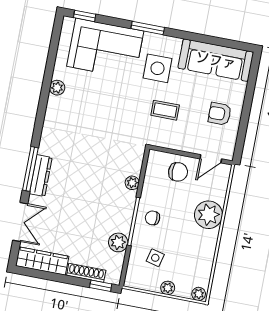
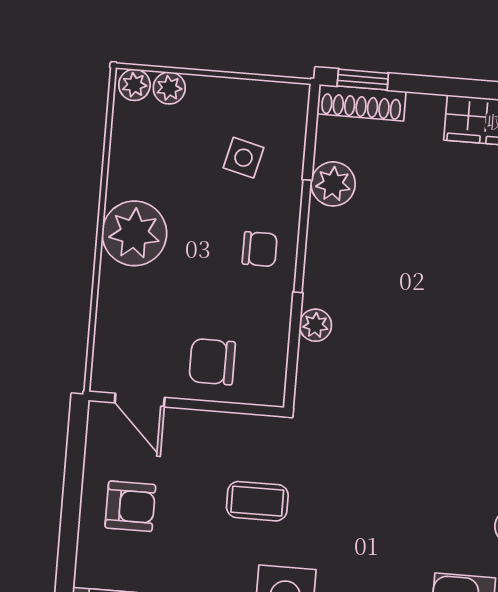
door: (211, 159) -> (140, 400), swing flipped
plant: (208, 215) -> (134, 233), moved
shoe rack: (86, 273) -> (361, 103), moved
plant: (168, 288) -> (169, 88), moved

